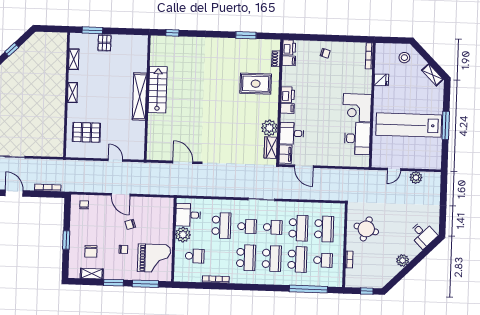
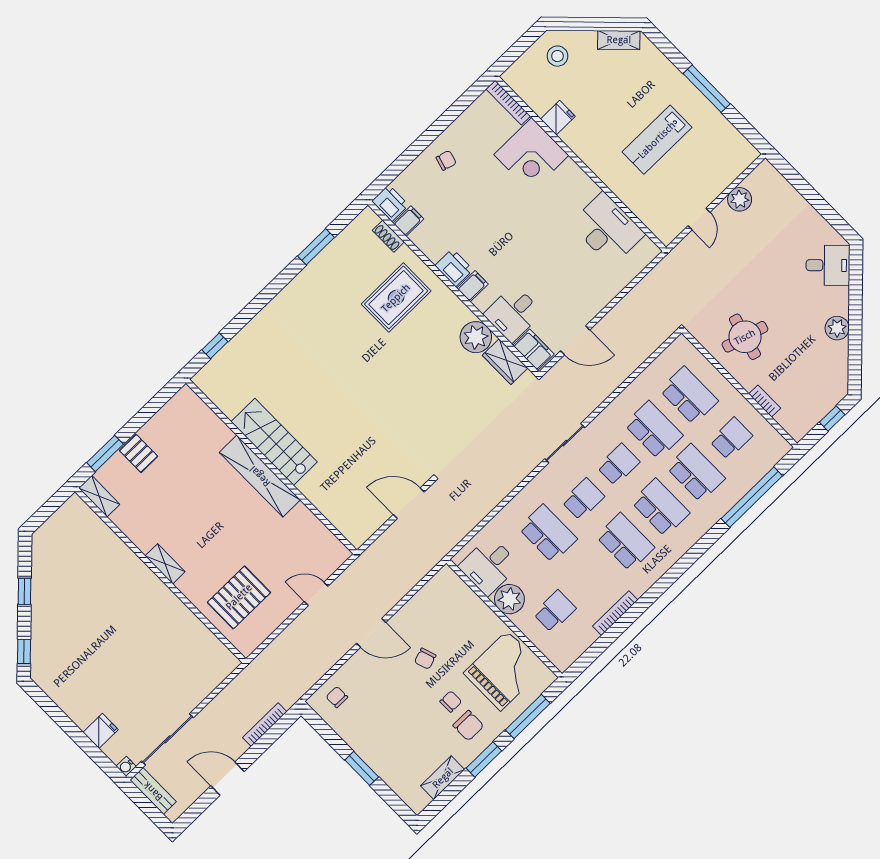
shelving: (74, 59) -> (99, 496), moved
corner desk: (357, 108) -> (531, 155), moved
lab bench: (409, 125) -> (657, 140), width x0.54, depth x0.72
chair: (91, 251) -> (468, 726), moved

